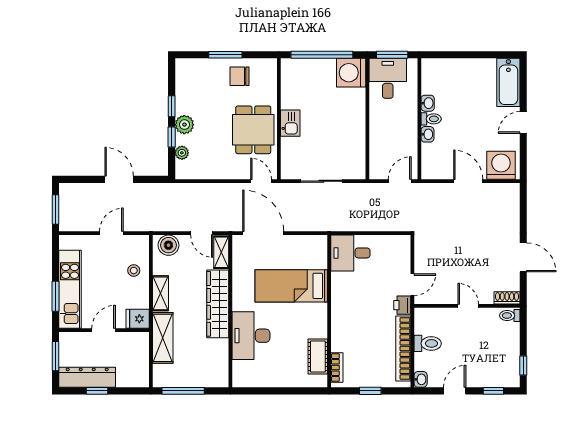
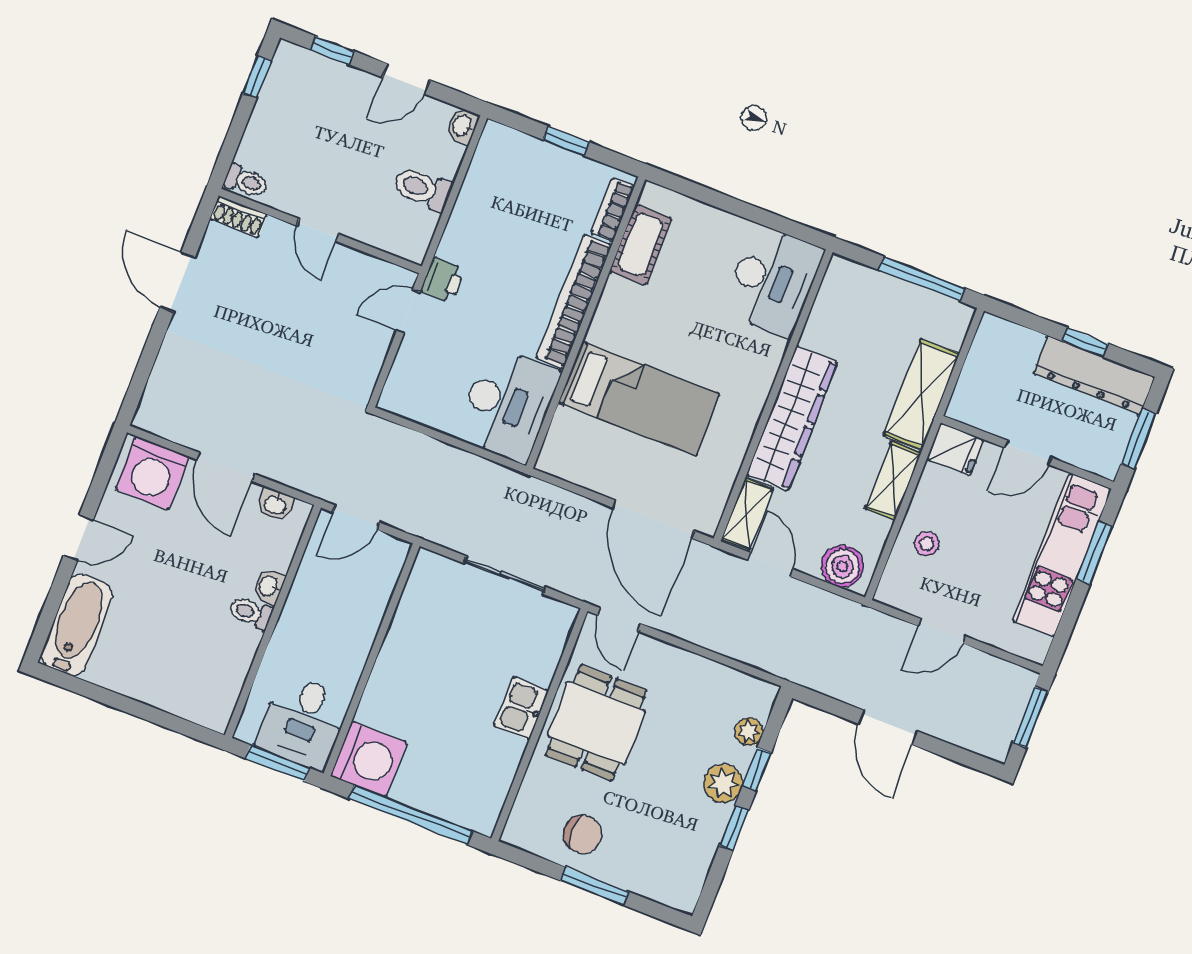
washbasin: (428, 103) -> (276, 504), moved, turned -90
desk: (350, 253) -> (507, 405), width x1.37
desk: (251, 336) -> (773, 281), moved
bookcase: (403, 348) -> (574, 302), moved, turned 180

